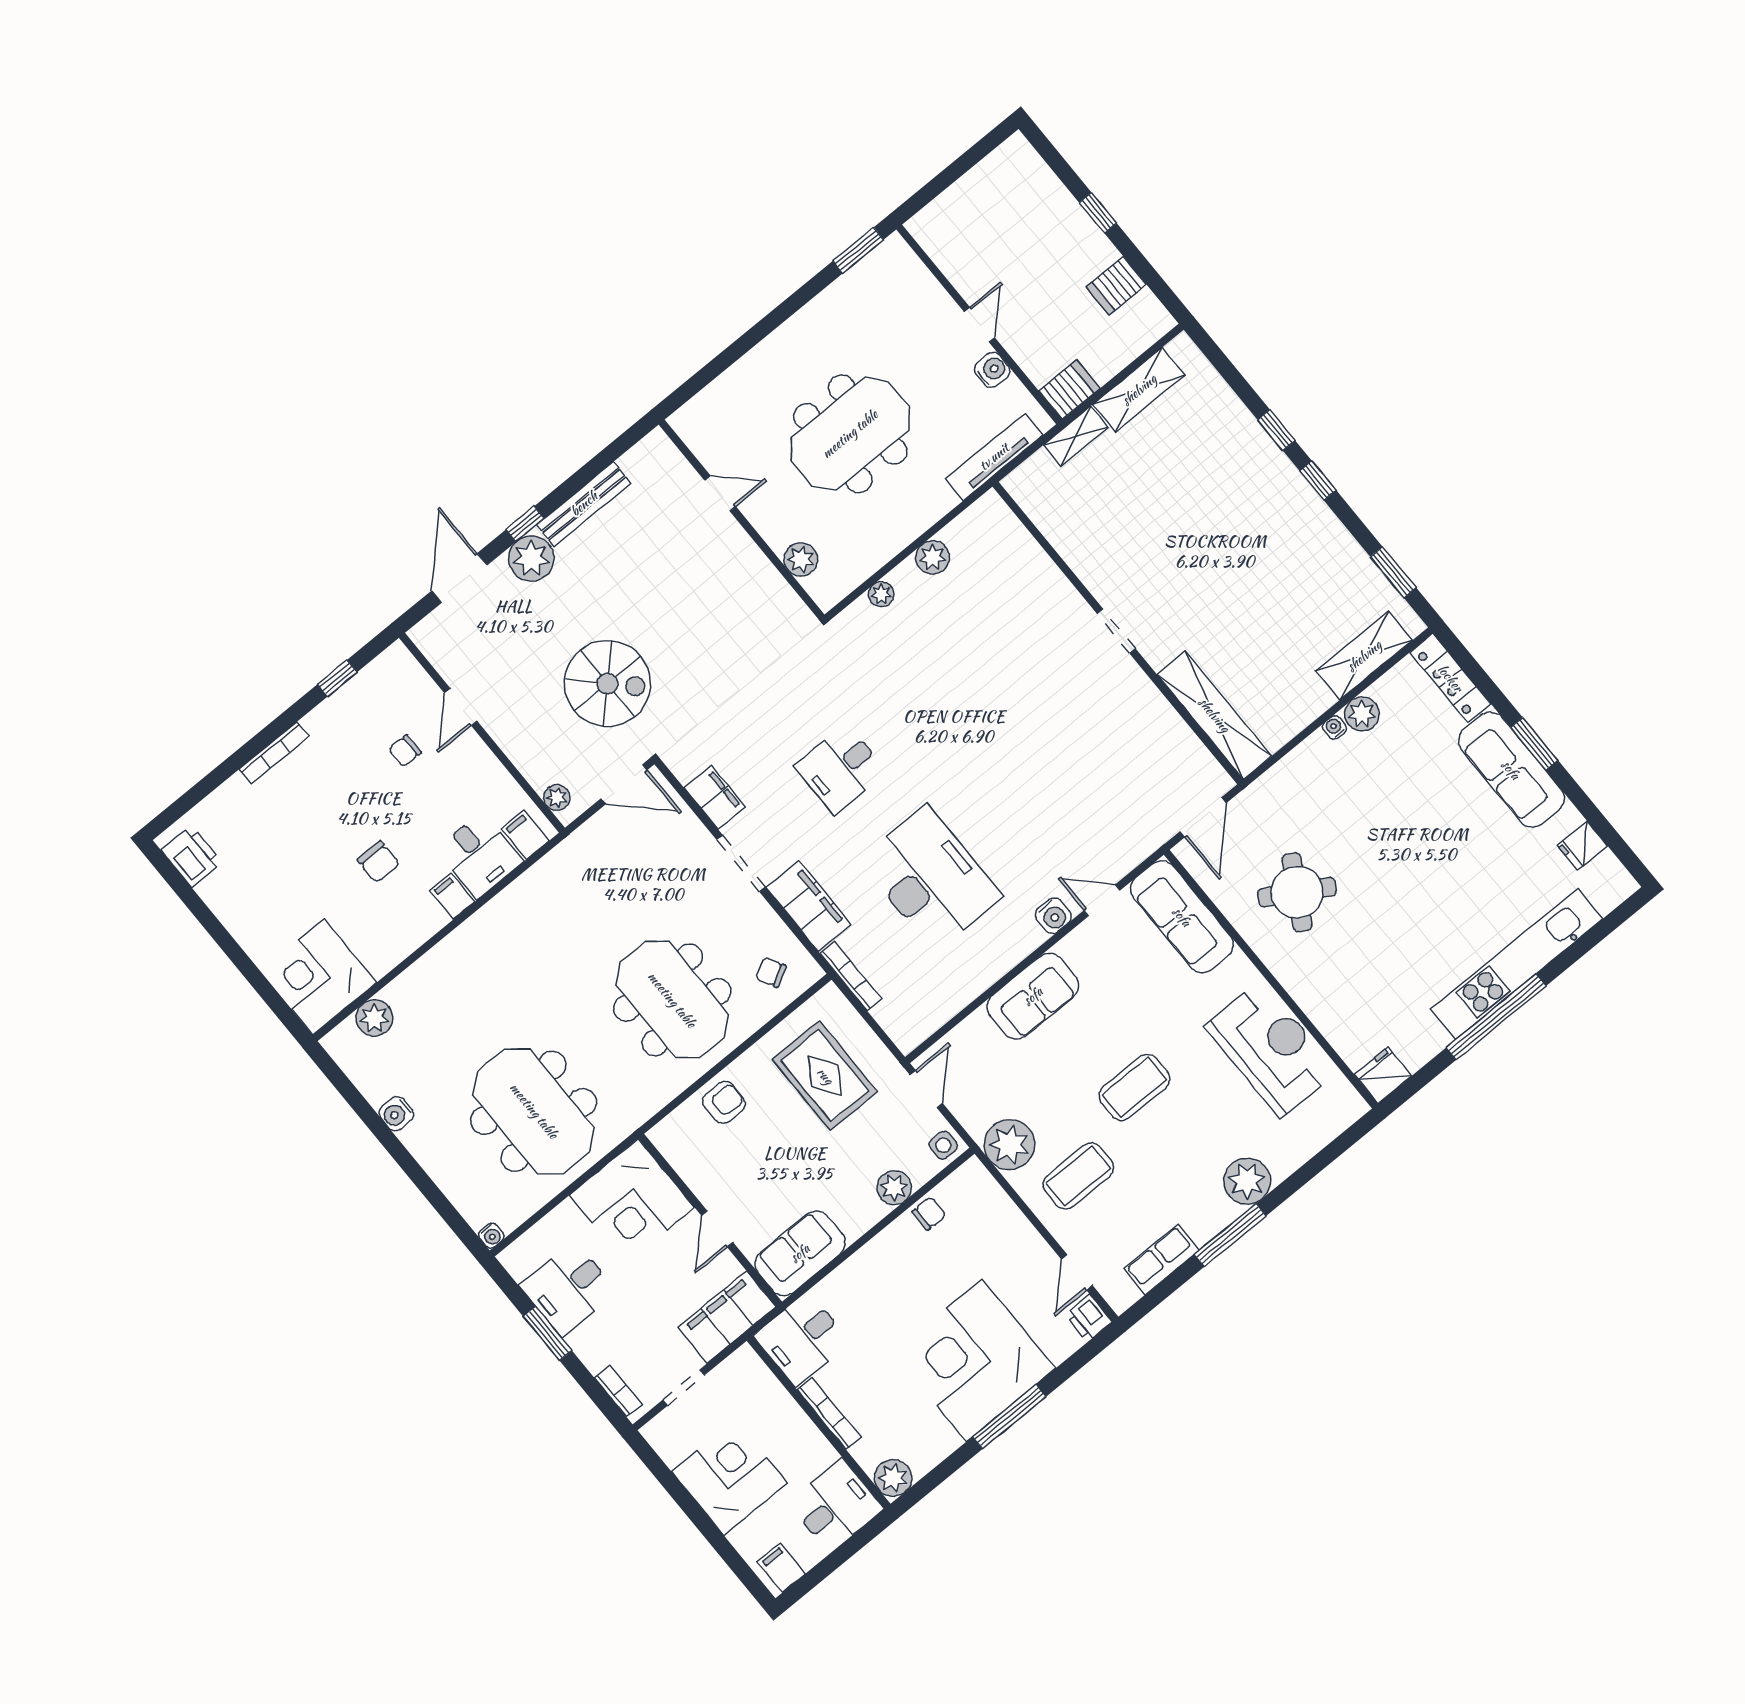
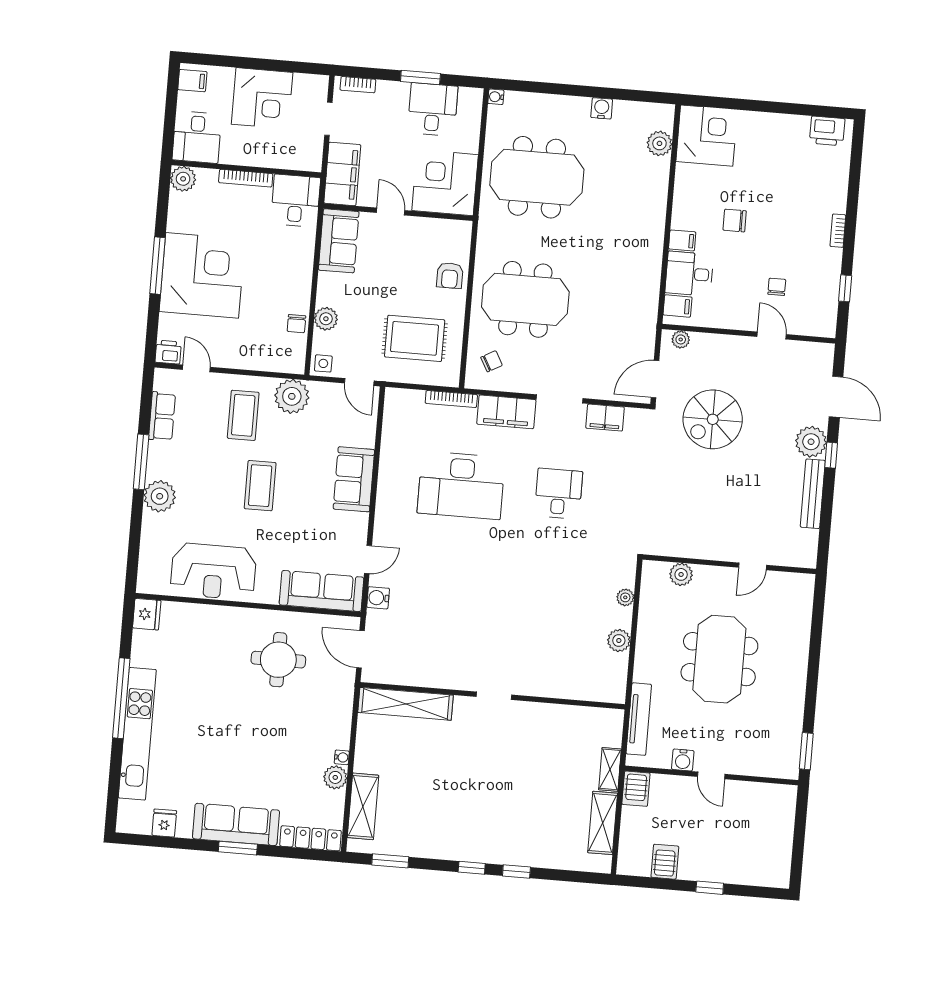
bookcase: (274, 753) -> (838, 231), width x0.64
round table: (1297, 892) -> (278, 660), turned -30
water cooler: (1053, 916) -> (378, 598), moved

